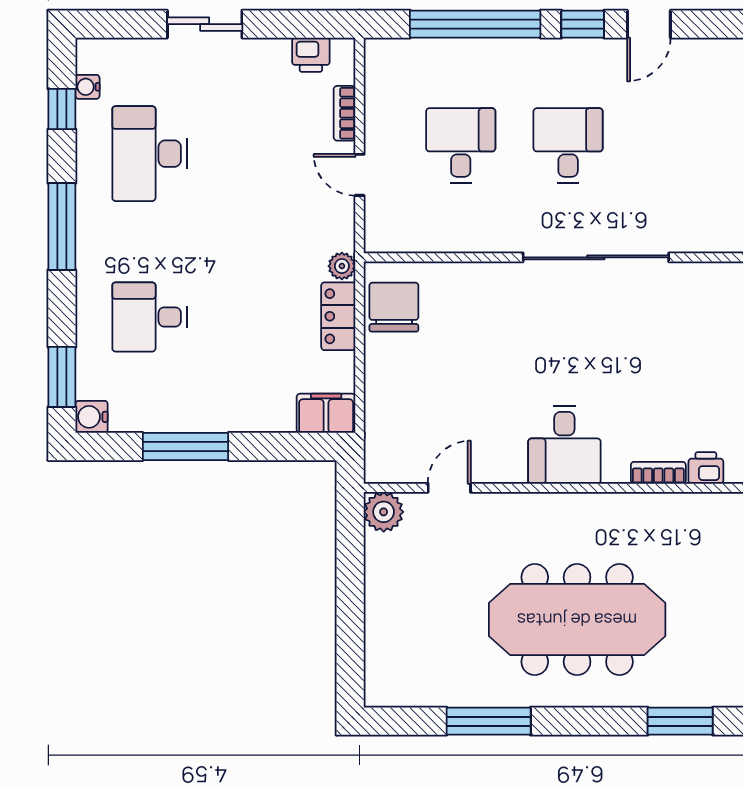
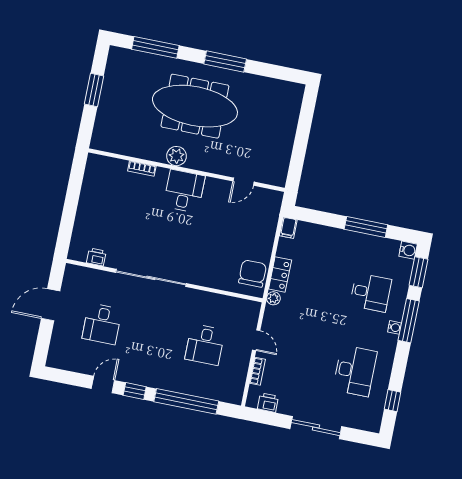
sliding door: (205, 24) -> (316, 428), width x1.37
water cooler: (88, 87) -> (395, 327), moved
desk: (568, 145) -> (102, 324), moved
window: (62, 226) -> (409, 321), moved
chair: (394, 307) -> (253, 274), turned 180
filing cabinet: (326, 413) -> (288, 228), width x0.50
printer: (706, 468) -> (96, 257), moved, turned 180
plant: (384, 512) -> (177, 156), moved
window: (489, 721) -> (225, 61), moved
window: (680, 721) -> (155, 47), width x1.44

